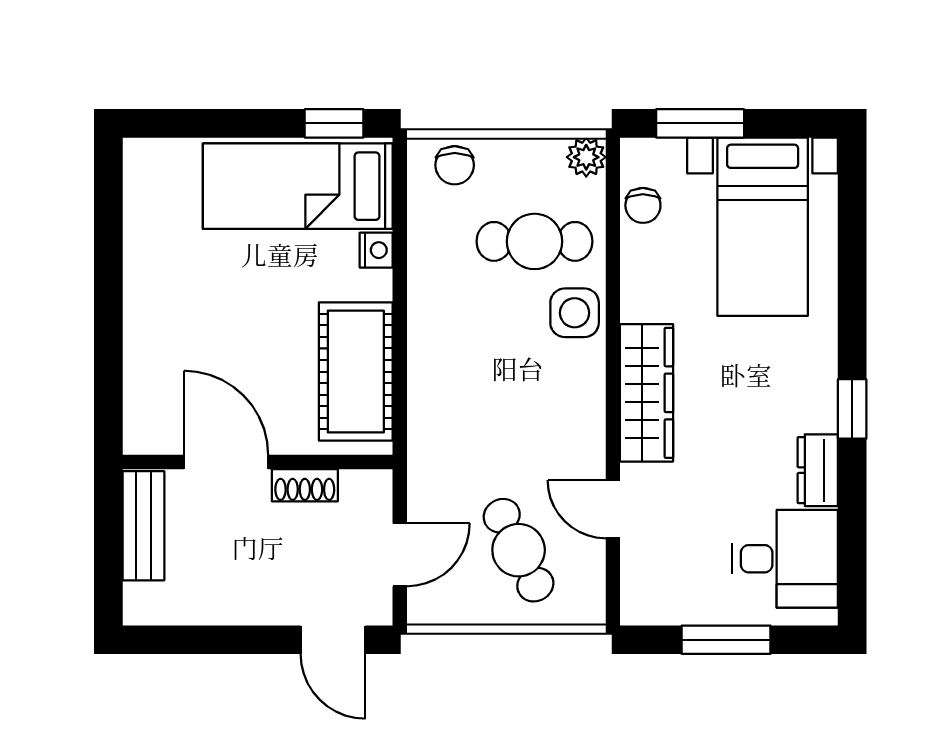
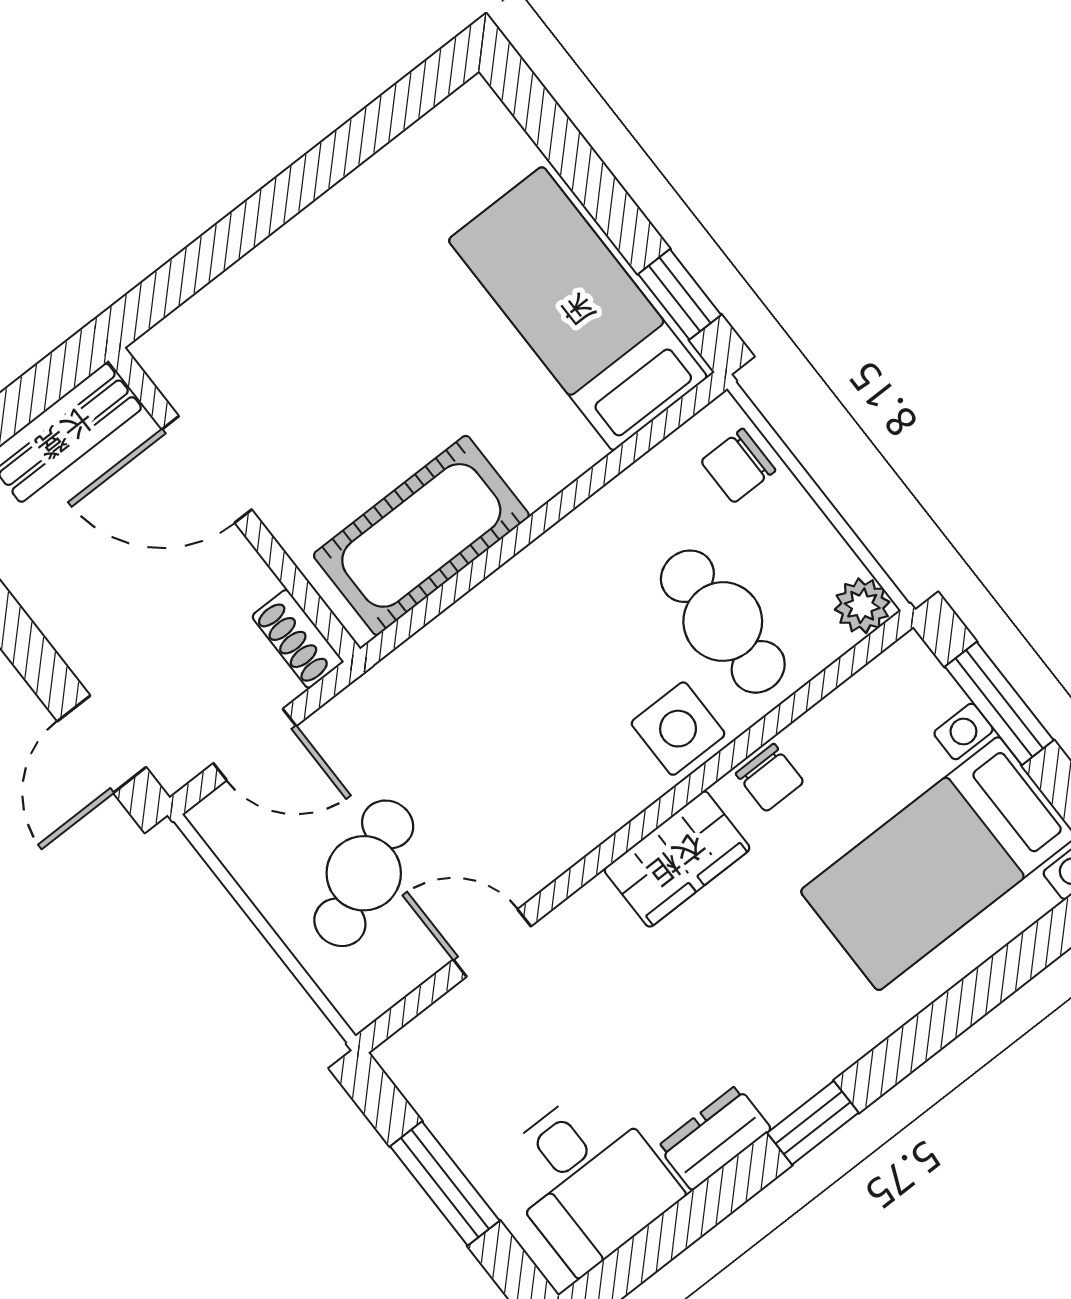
chair: (643, 205) -> (770, 778), moved, turned -90
nightstand: (376, 250) -> (575, 452), removed
wardrobe: (647, 393) -> (677, 859), width x0.67
door: (226, 462) -> (207, 469), swing flipped
shoe rack: (305, 485) -> (298, 639), moved
door: (613, 509) -> (492, 943), hinge flipped

